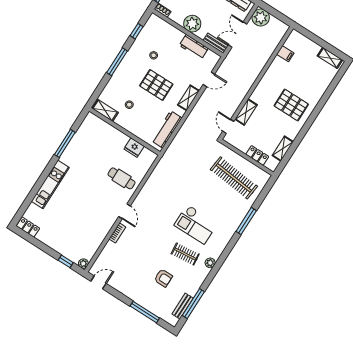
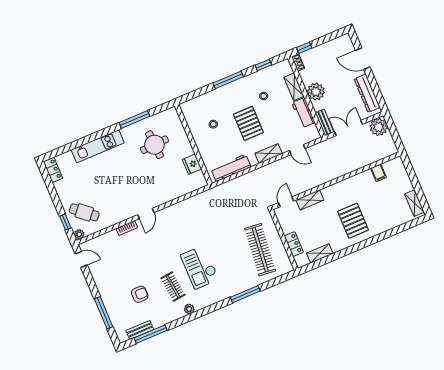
shelving: (105, 110) -> (294, 87), moved
round table: (94, 153) -> (154, 145), added
cafe table: (122, 178) -> (84, 212), moved, turned -49
armchair: (163, 278) -> (140, 294), turned -90

